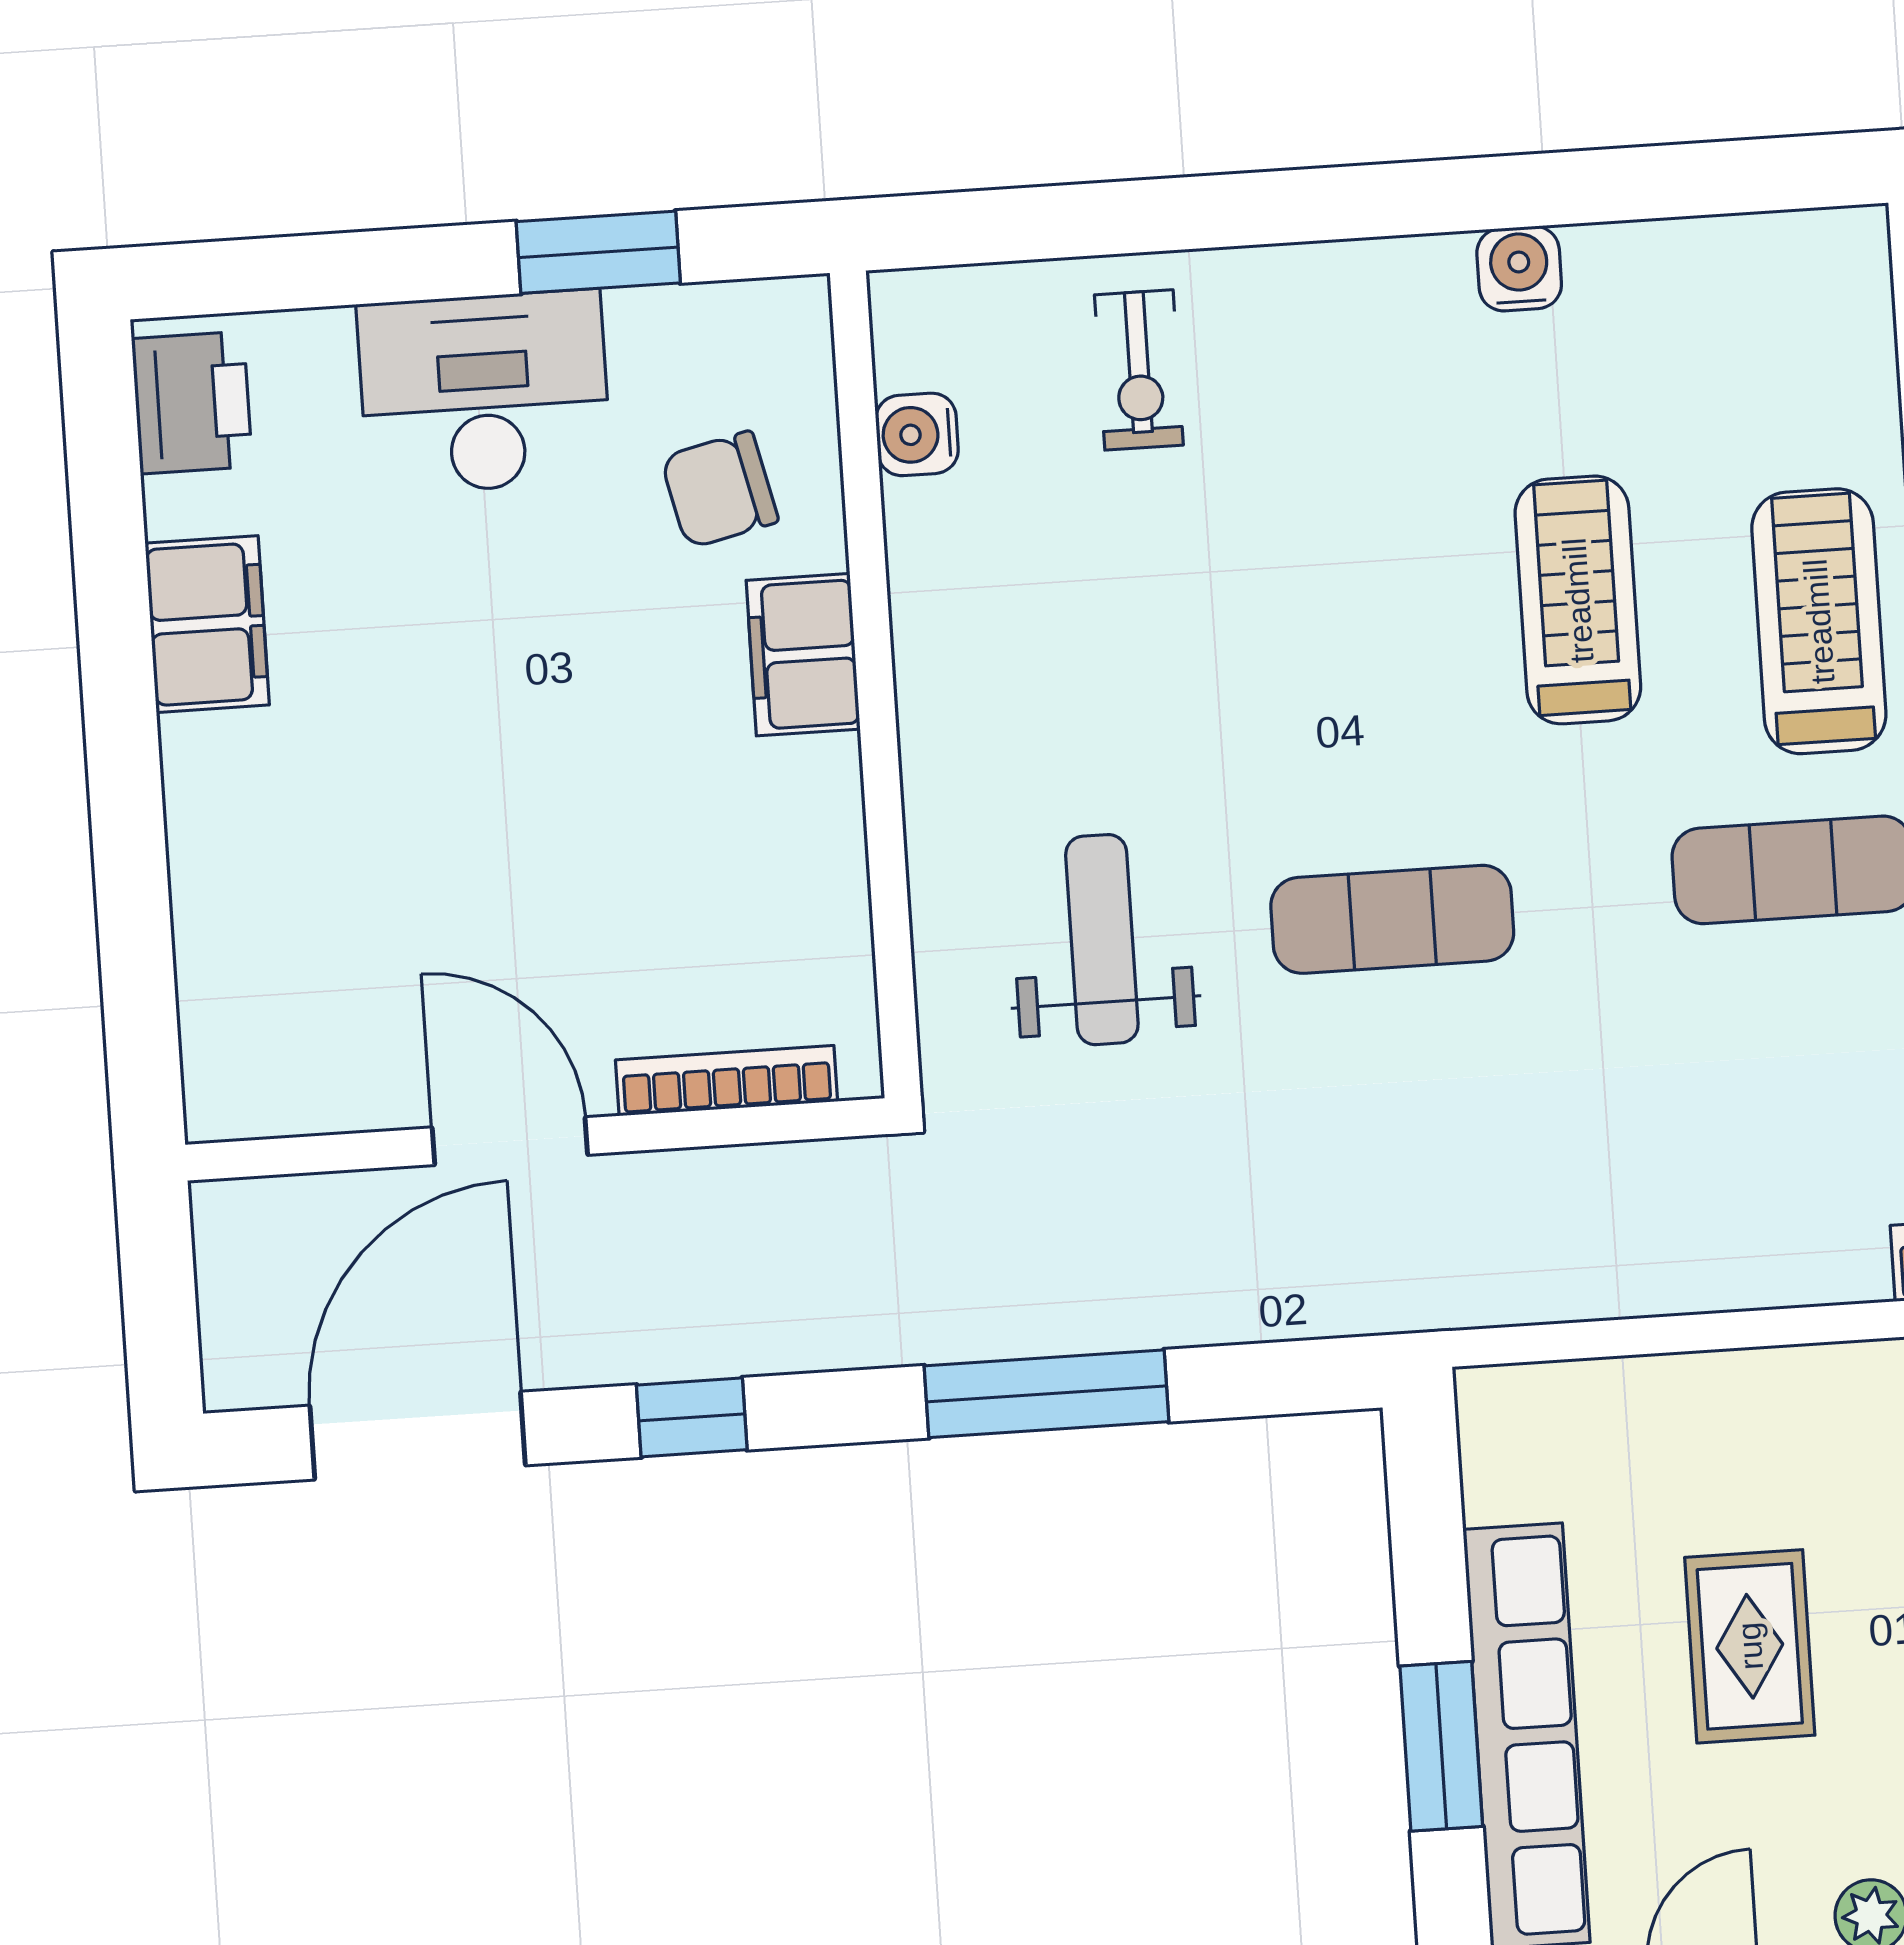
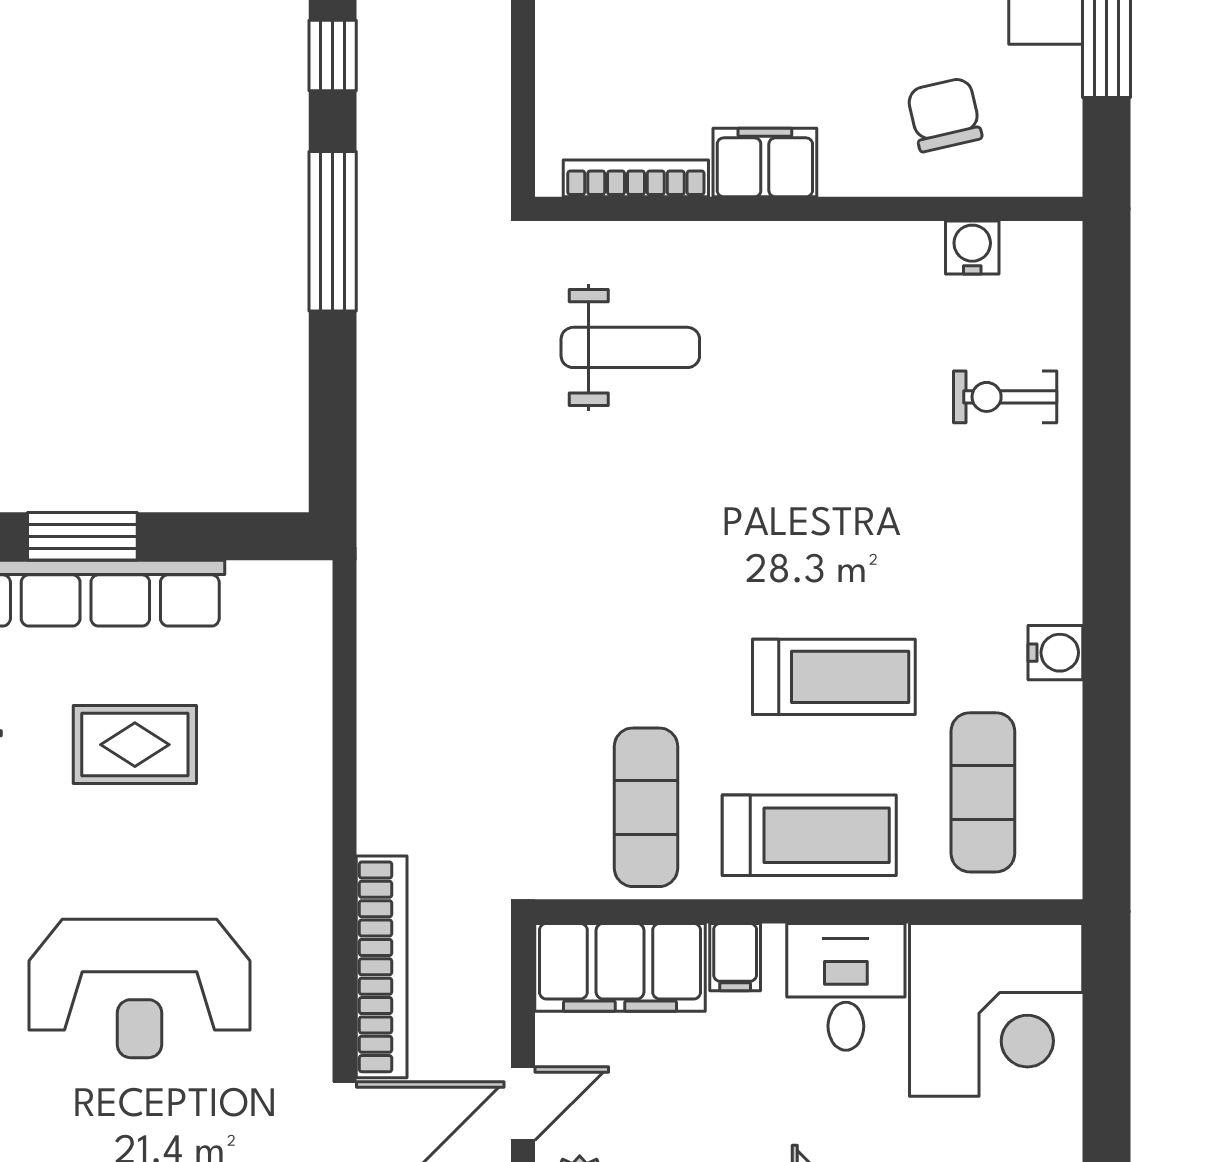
filing cabinet: (803, 655) -> (765, 162), moved
exercise mat: (1392, 919) -> (983, 792), moved
bookcase: (727, 1081) -> (636, 178), moved, turned -90
window: (1047, 1394) -> (333, 231), moved

